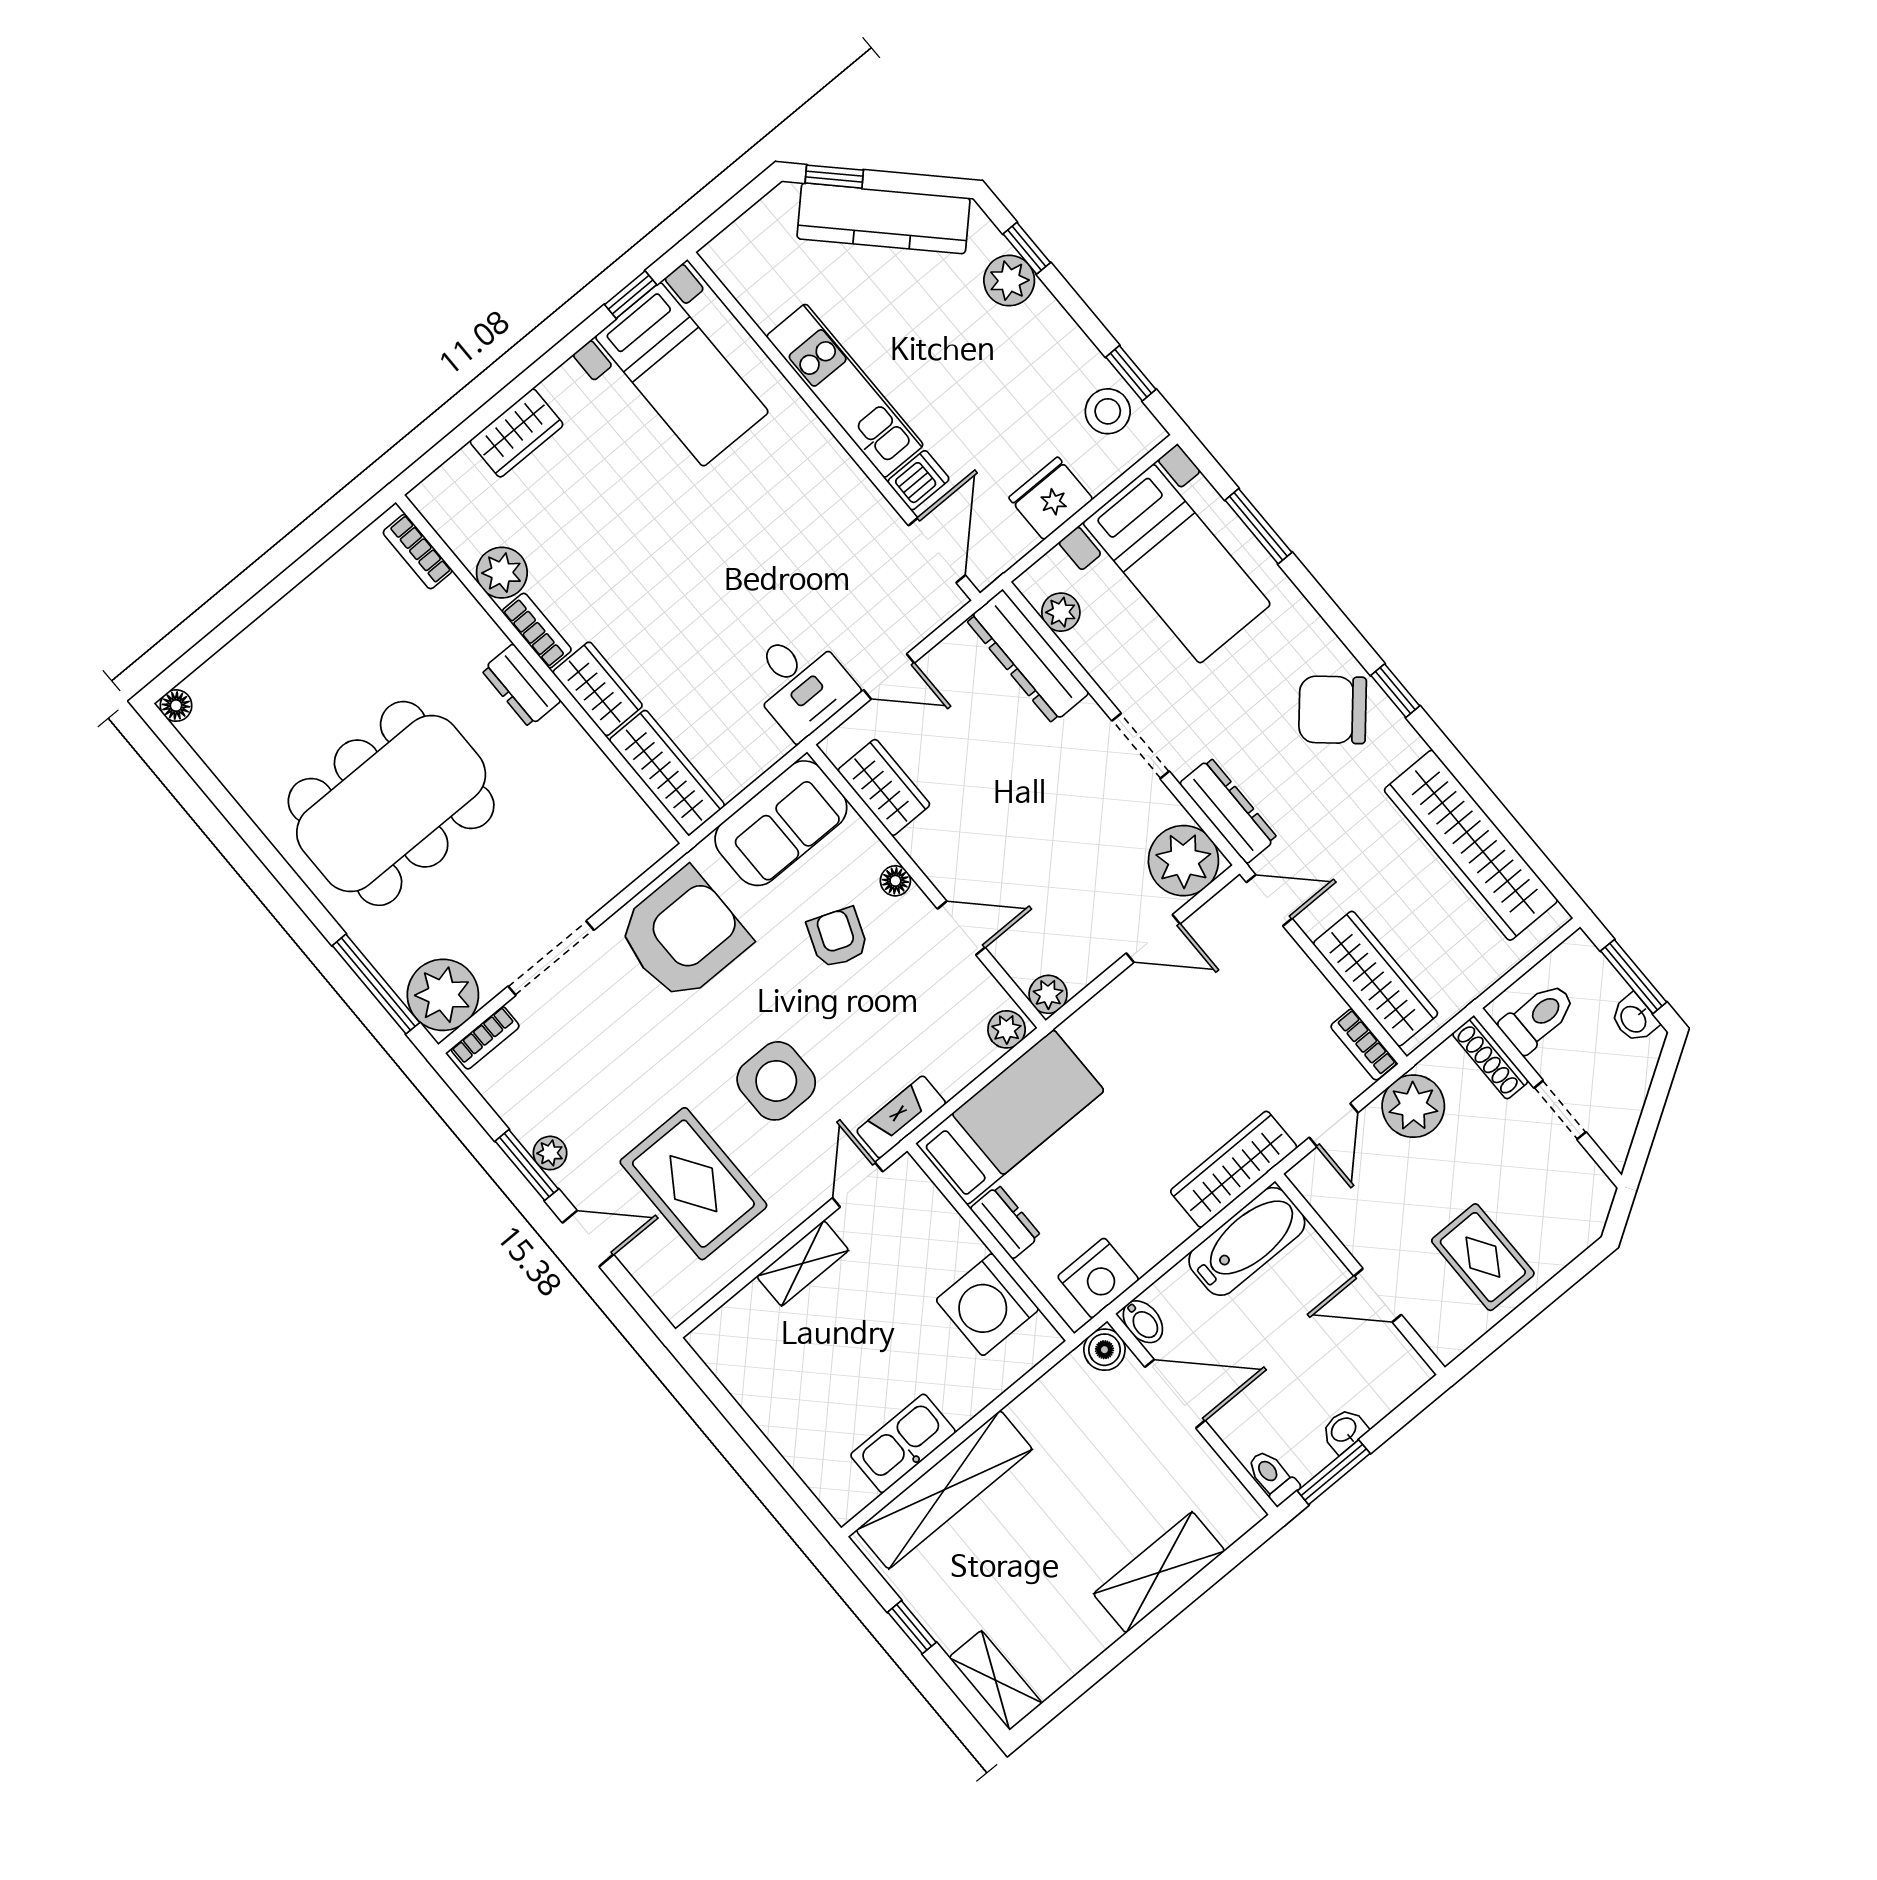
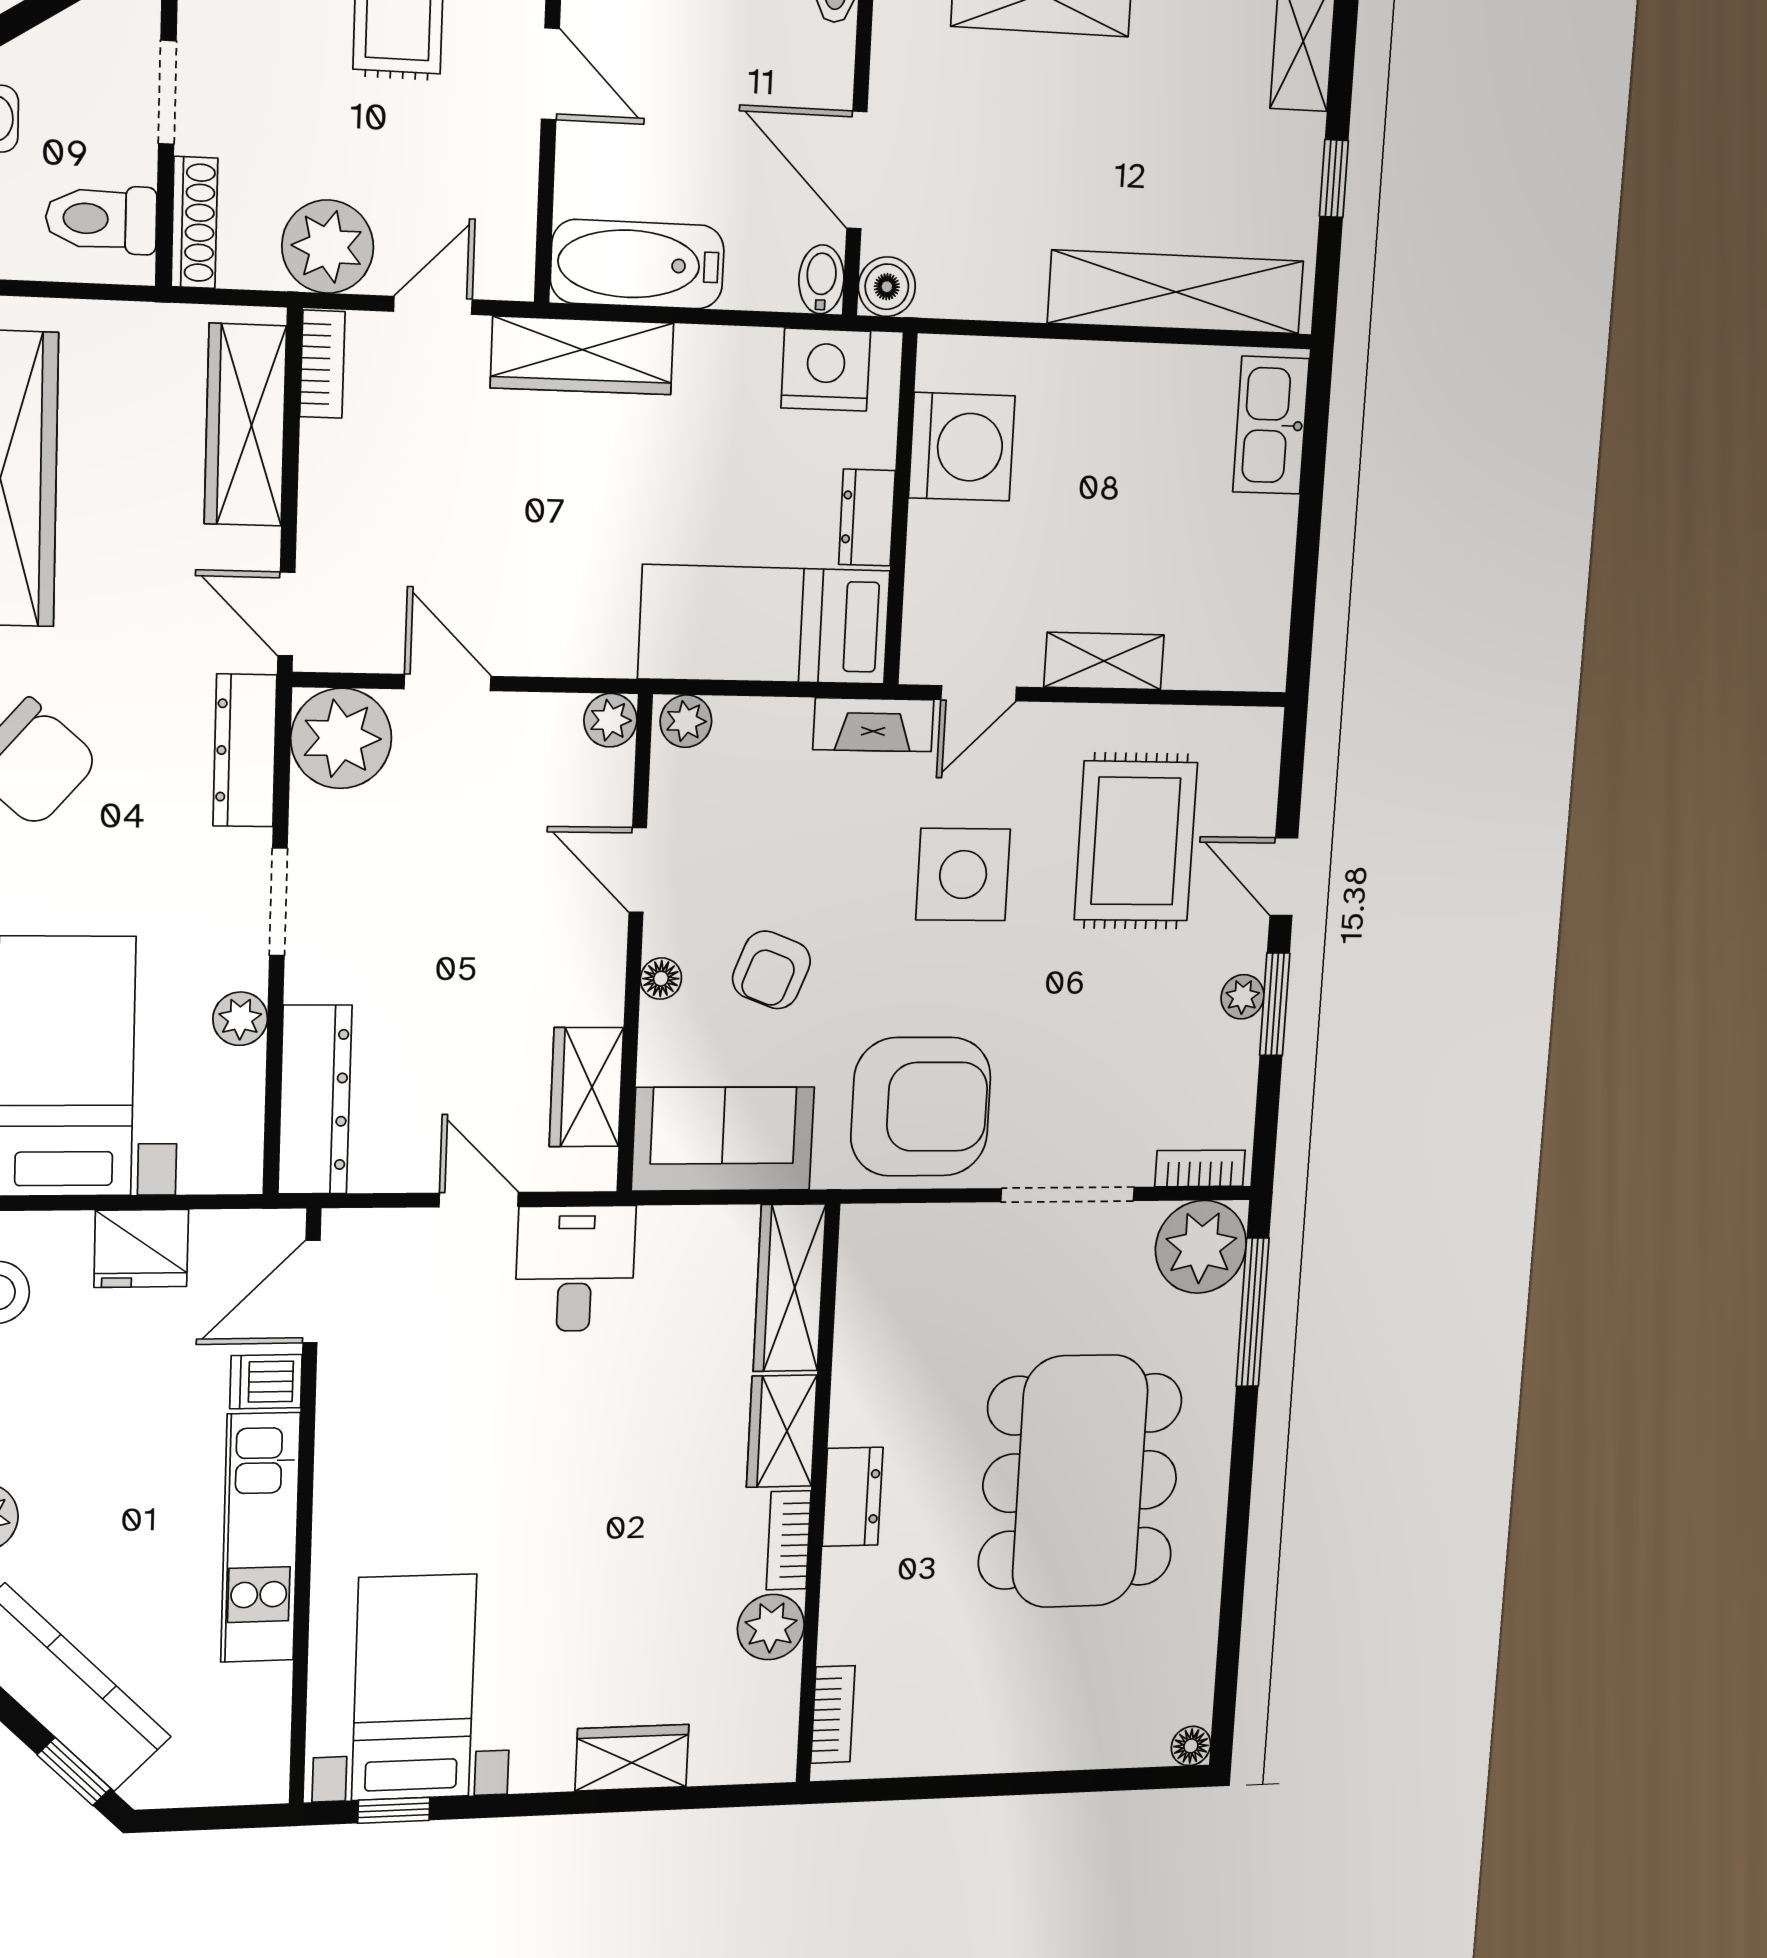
plant: (1061, 612) -> (240, 1019), moved
dining table: (391, 803) -> (1080, 1481), turned 90
armchair: (683, 935) -> (921, 1107), turned 180
kitchen sink: (903, 1443) -> (1271, 425), moved, turned 90

